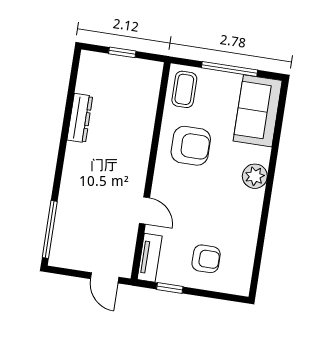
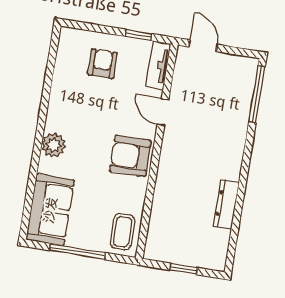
armchair: (191, 146) -> (130, 156), moved
armchair: (206, 259) -> (103, 64), turned 90

